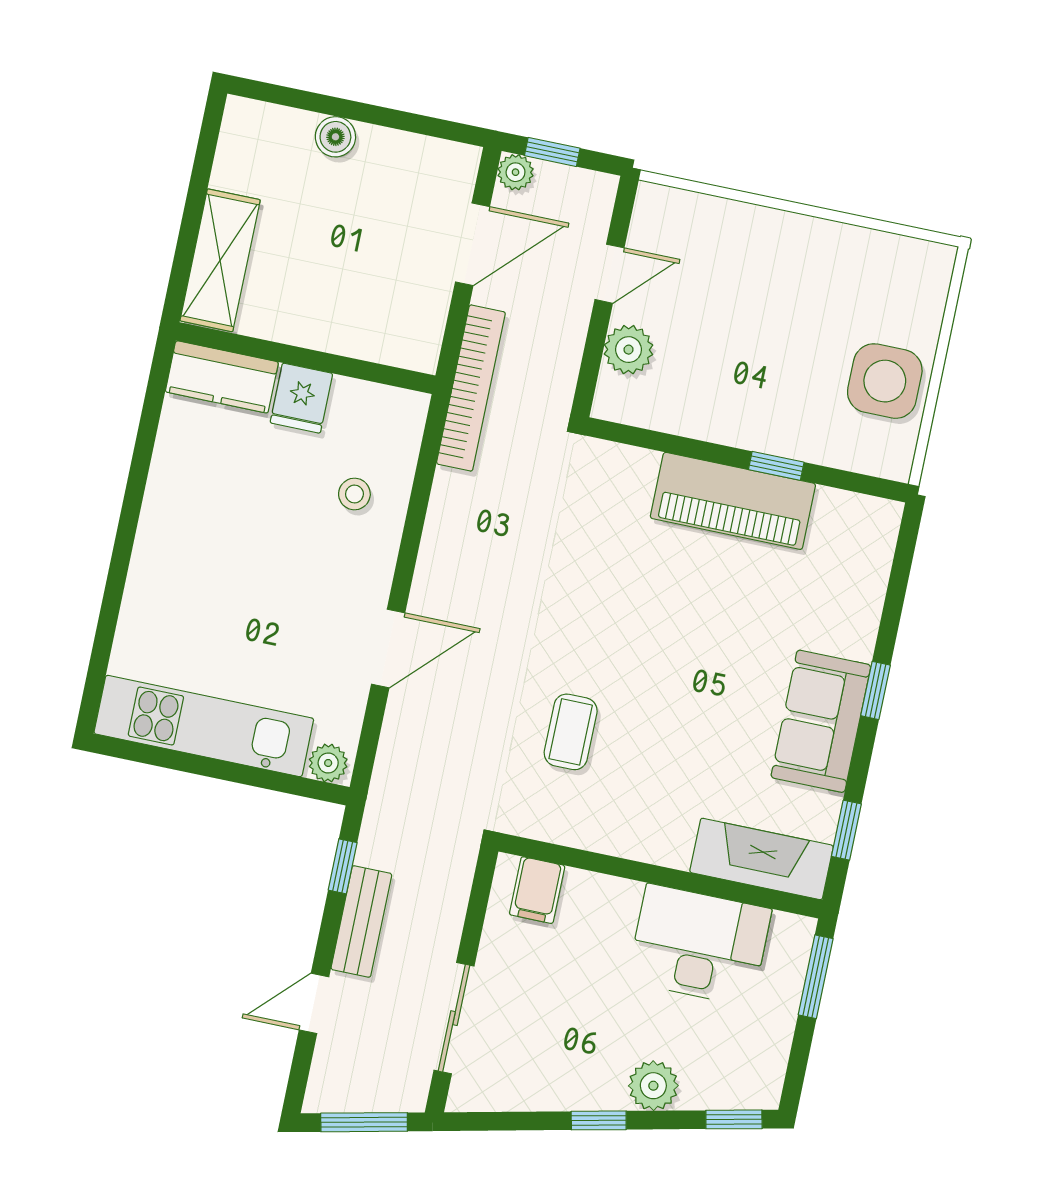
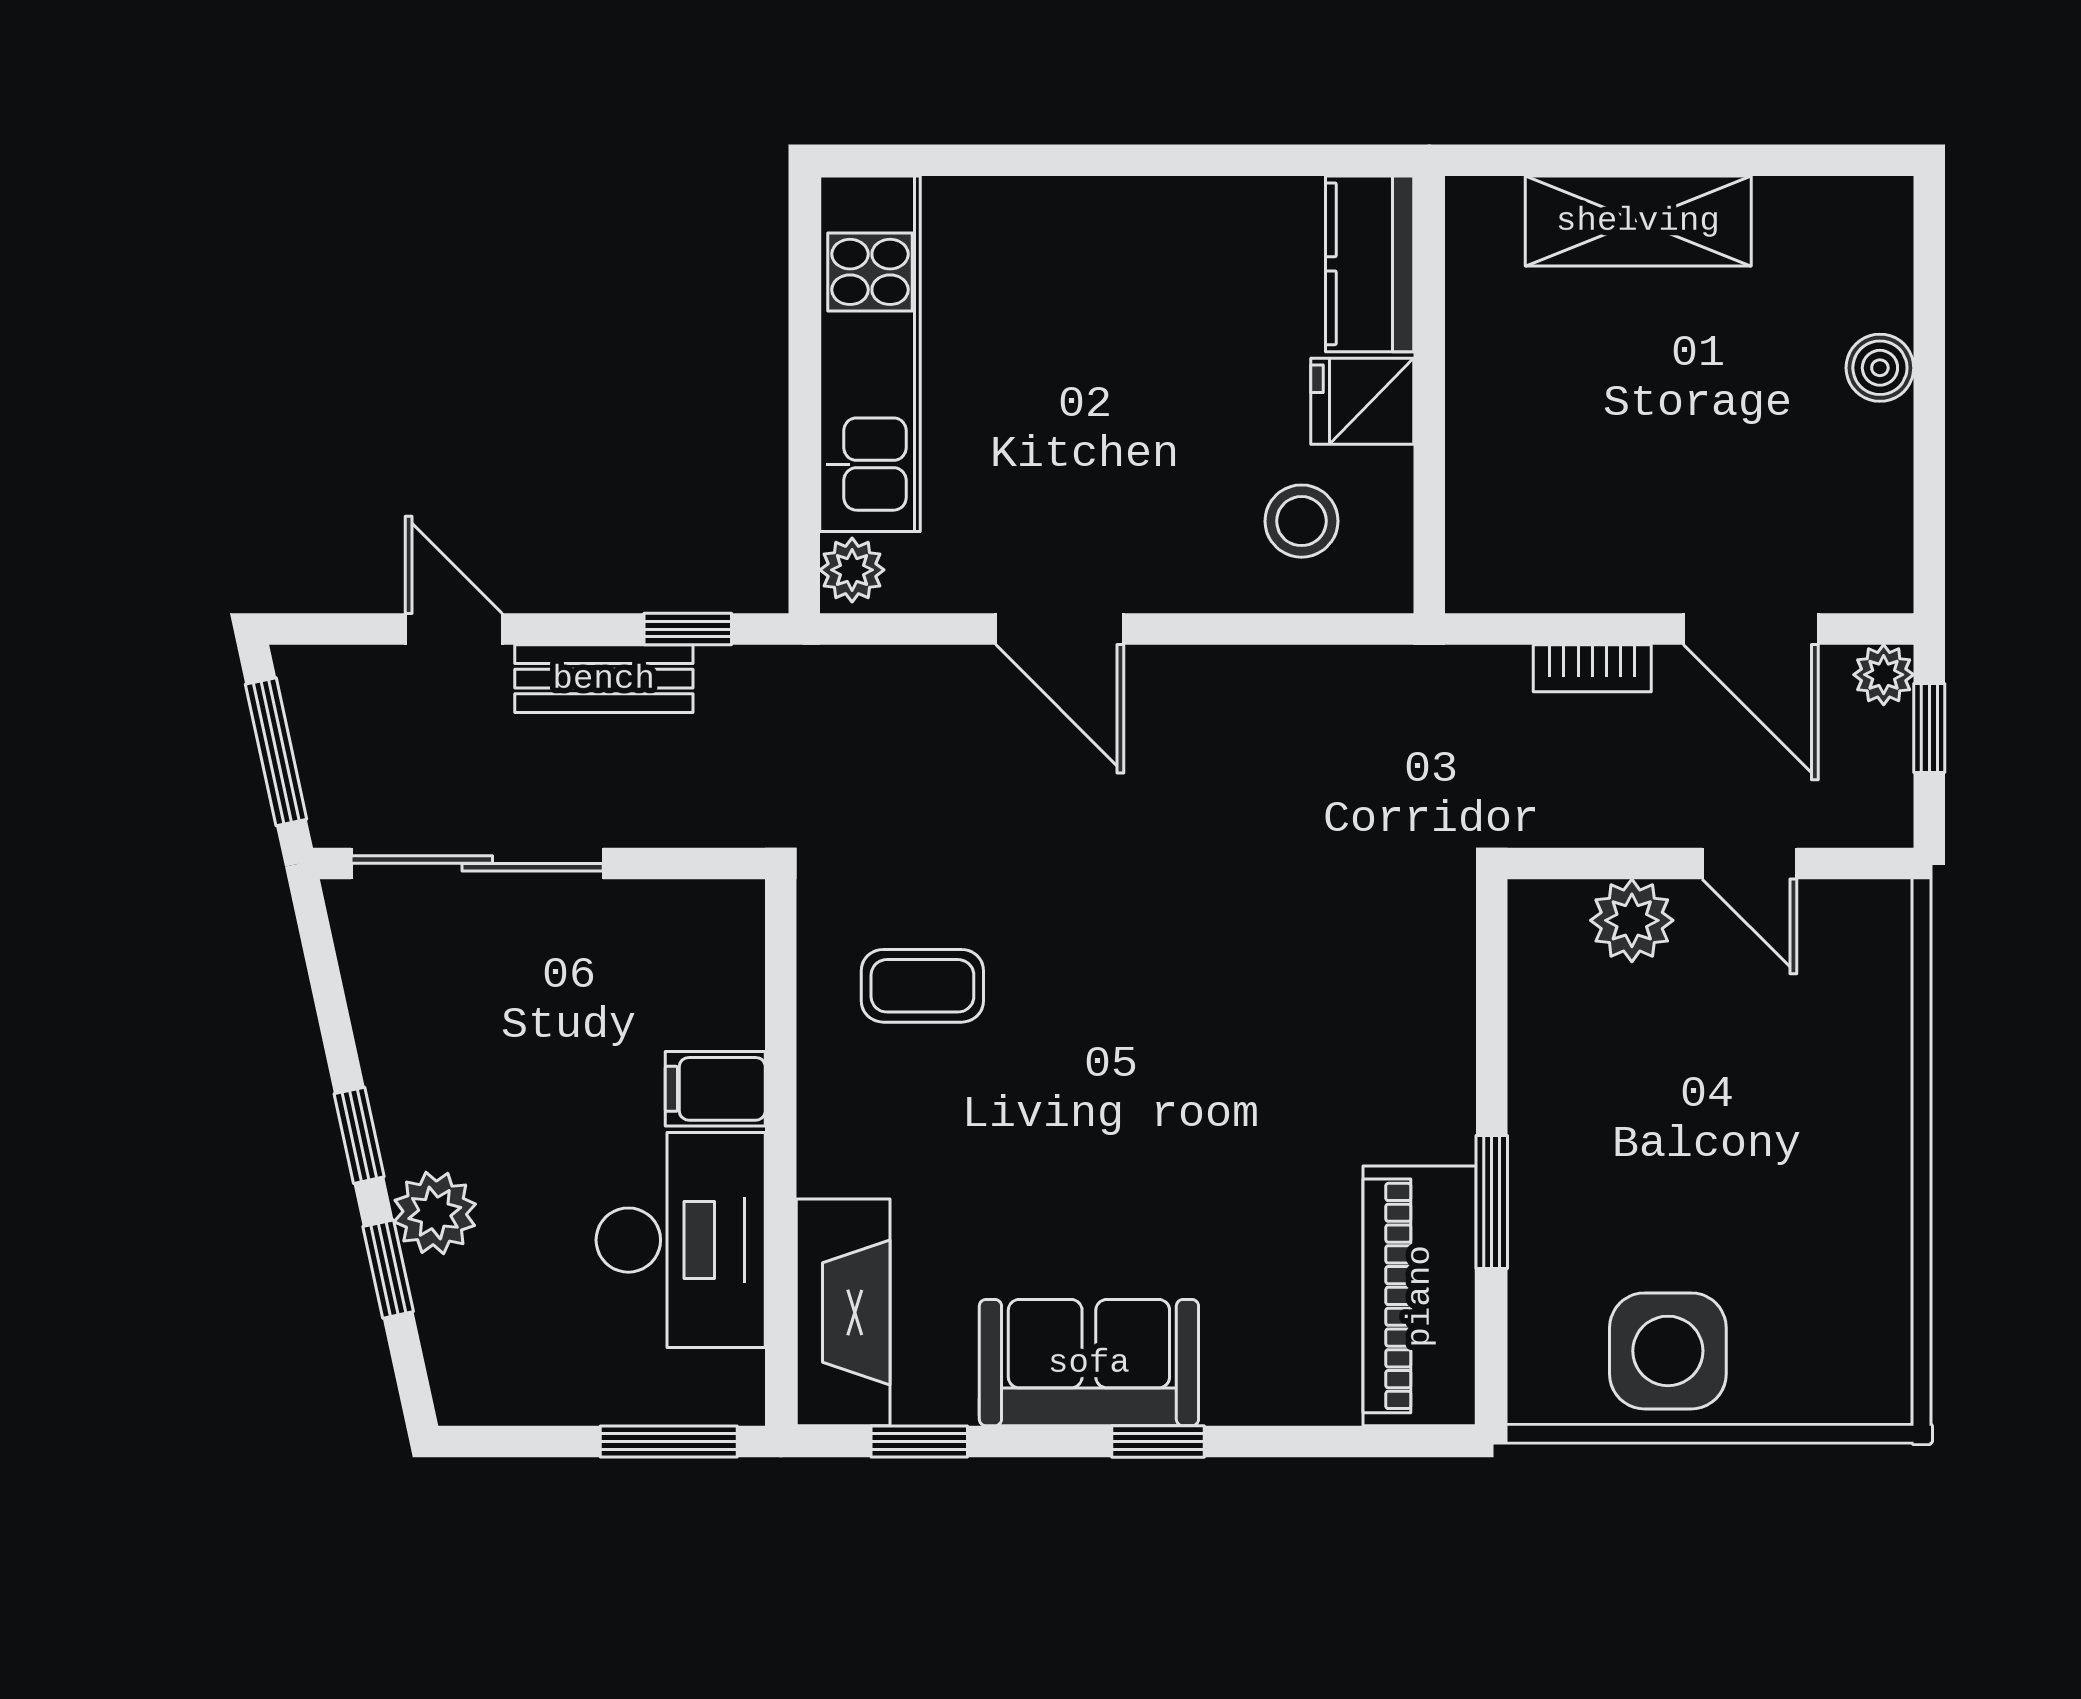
wall: (306, 358) -> (1429, 395), moved
kitchen counter: (222, 377) -> (1370, 264), moved
bookcase: (471, 388) -> (1592, 668), width x0.43, depth x0.76
fridge: (301, 398) -> (1362, 401), moved
window: (776, 466) -> (1492, 1202), width x1.50
stool: (354, 494) -> (1301, 521), width x1.37, depth x1.37
piano: (733, 501) -> (1420, 1296), moved
coffee table: (571, 732) -> (922, 986), moved
filing cabinet: (537, 890) -> (715, 1089), moved
sliding door: (454, 1018) -> (477, 863), width x1.37
window: (734, 1119) -> (388, 1269), moved

